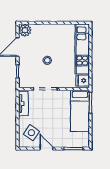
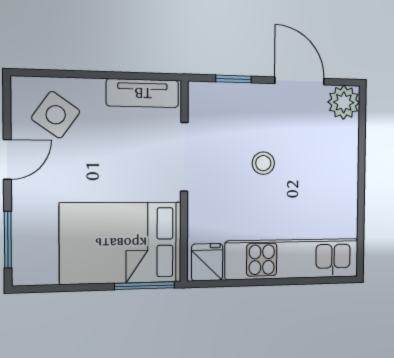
bed: (80, 111) -> (121, 243), width x1.50

